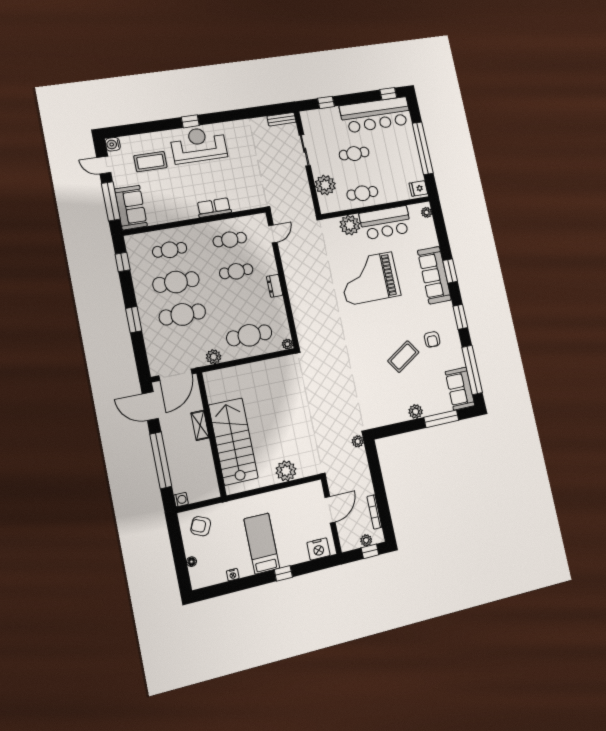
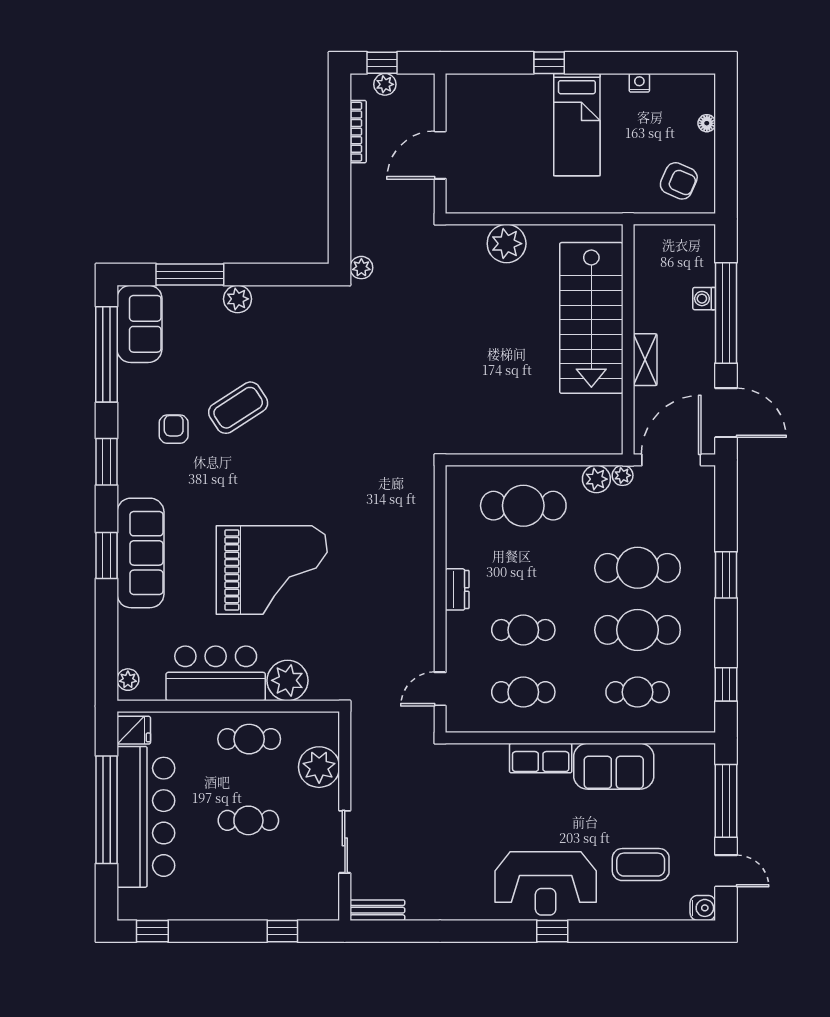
bar counter: (376, 115) -> (146, 817), moved, turned 90
sofa: (131, 208) -> (614, 766), moved, turned -90
plant: (287, 344) -> (623, 475), moved
washing machine: (181, 500) -> (704, 299), moved
nightstand: (318, 549) -> (476, 90), removed

